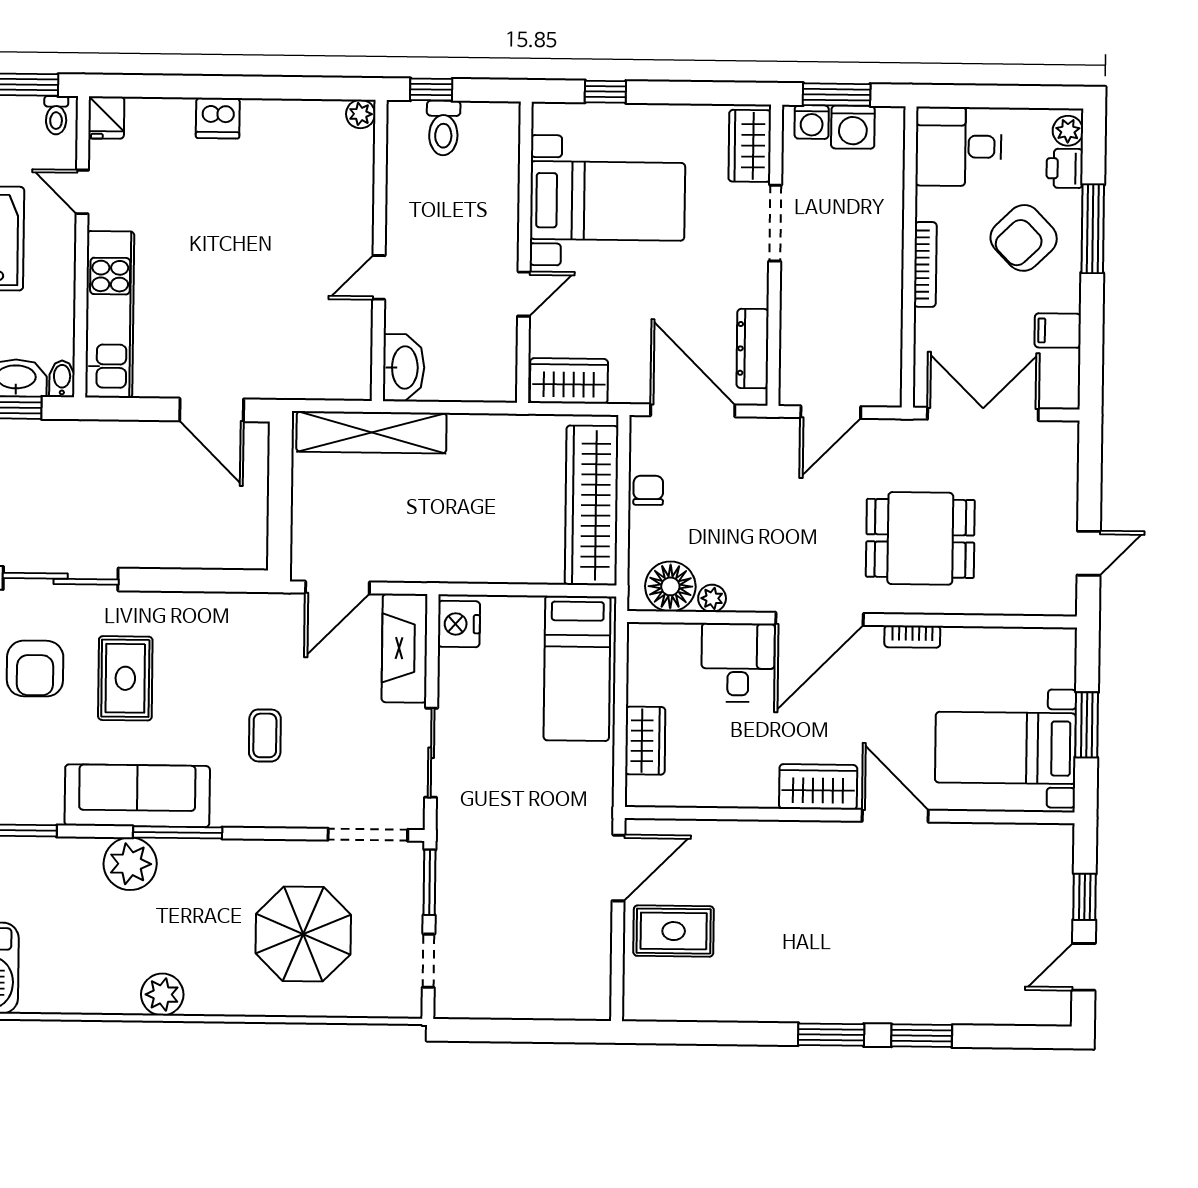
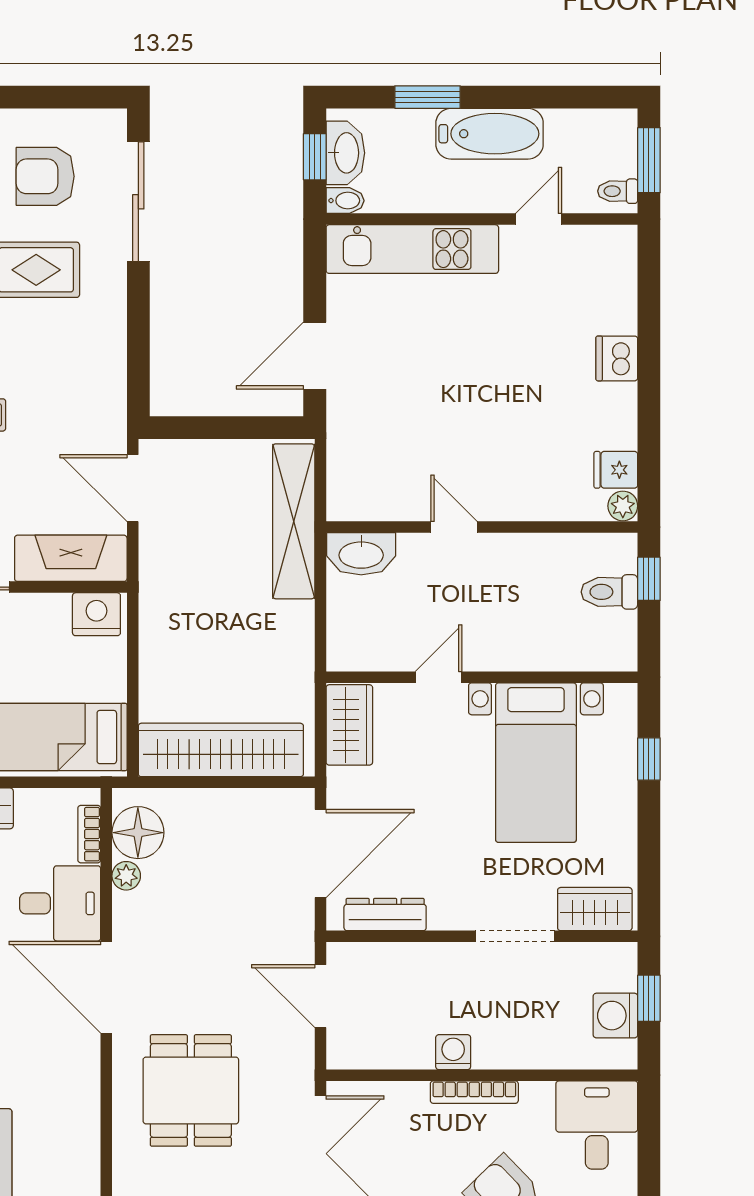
window: (837, 95) -> (649, 998), width x0.67
fridge: (106, 118) -> (616, 470), moved
washing machine: (812, 122) -> (453, 1052), moved, turned 90
door: (524, 294) -> (439, 677), swing flipped
chair: (648, 490) -> (237, 808), removed
bookcase: (912, 637) -> (89, 834), moved

